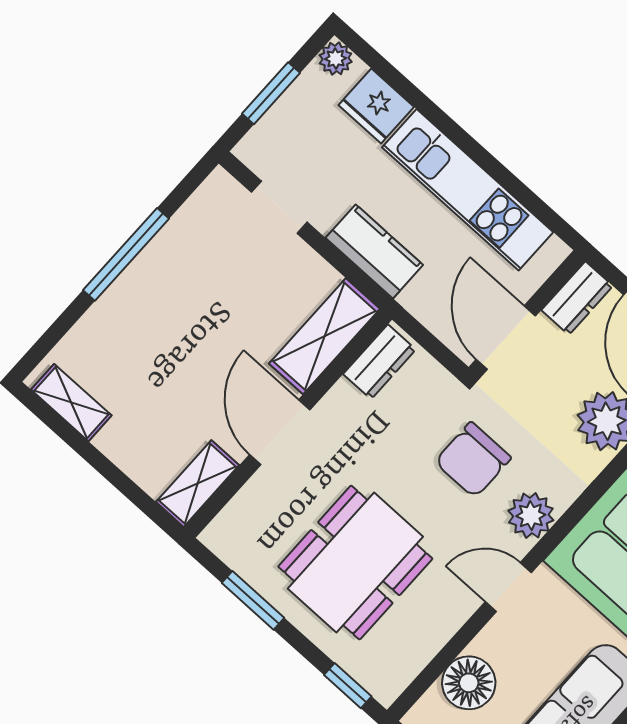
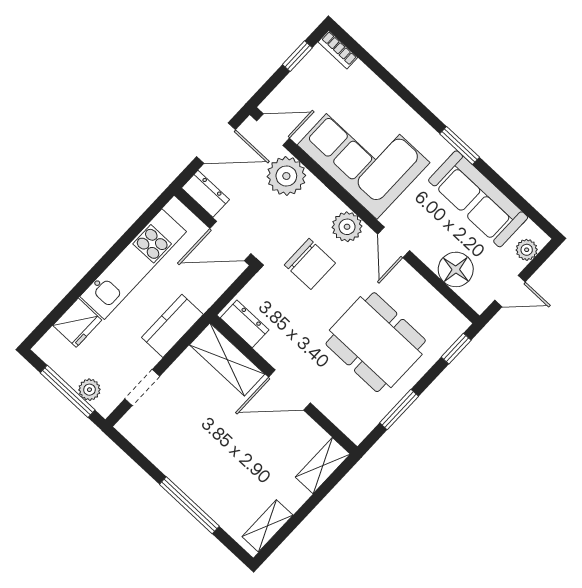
plant: (336, 59) -> (89, 390), moved
window: (271, 93) -> (68, 391), width x1.44
window: (126, 254) -> (189, 505), moved
shelving: (197, 484) -> (323, 466), moved, turned 90

